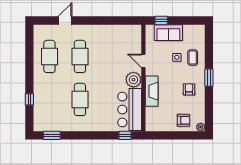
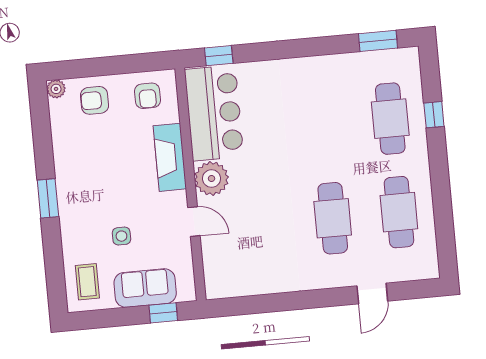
coffee table: (193, 58) -> (87, 282), moved
armchair: (189, 89) -> (148, 96), moved
cafe table: (80, 99) -> (390, 119), moved

